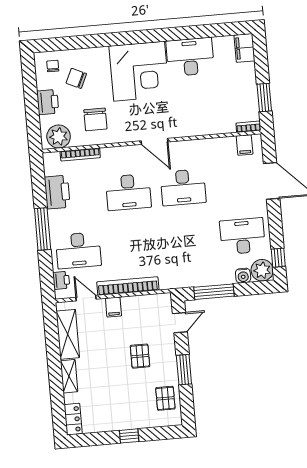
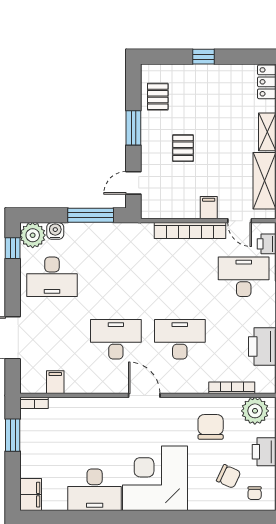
filing cabinet: (245, 145) -> (55, 382), moved

